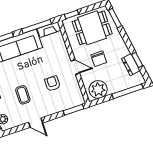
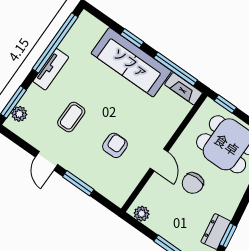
plant: (98, 89) -> (142, 214), width x0.53, depth x0.53
window: (73, 110) -> (78, 183), moved

